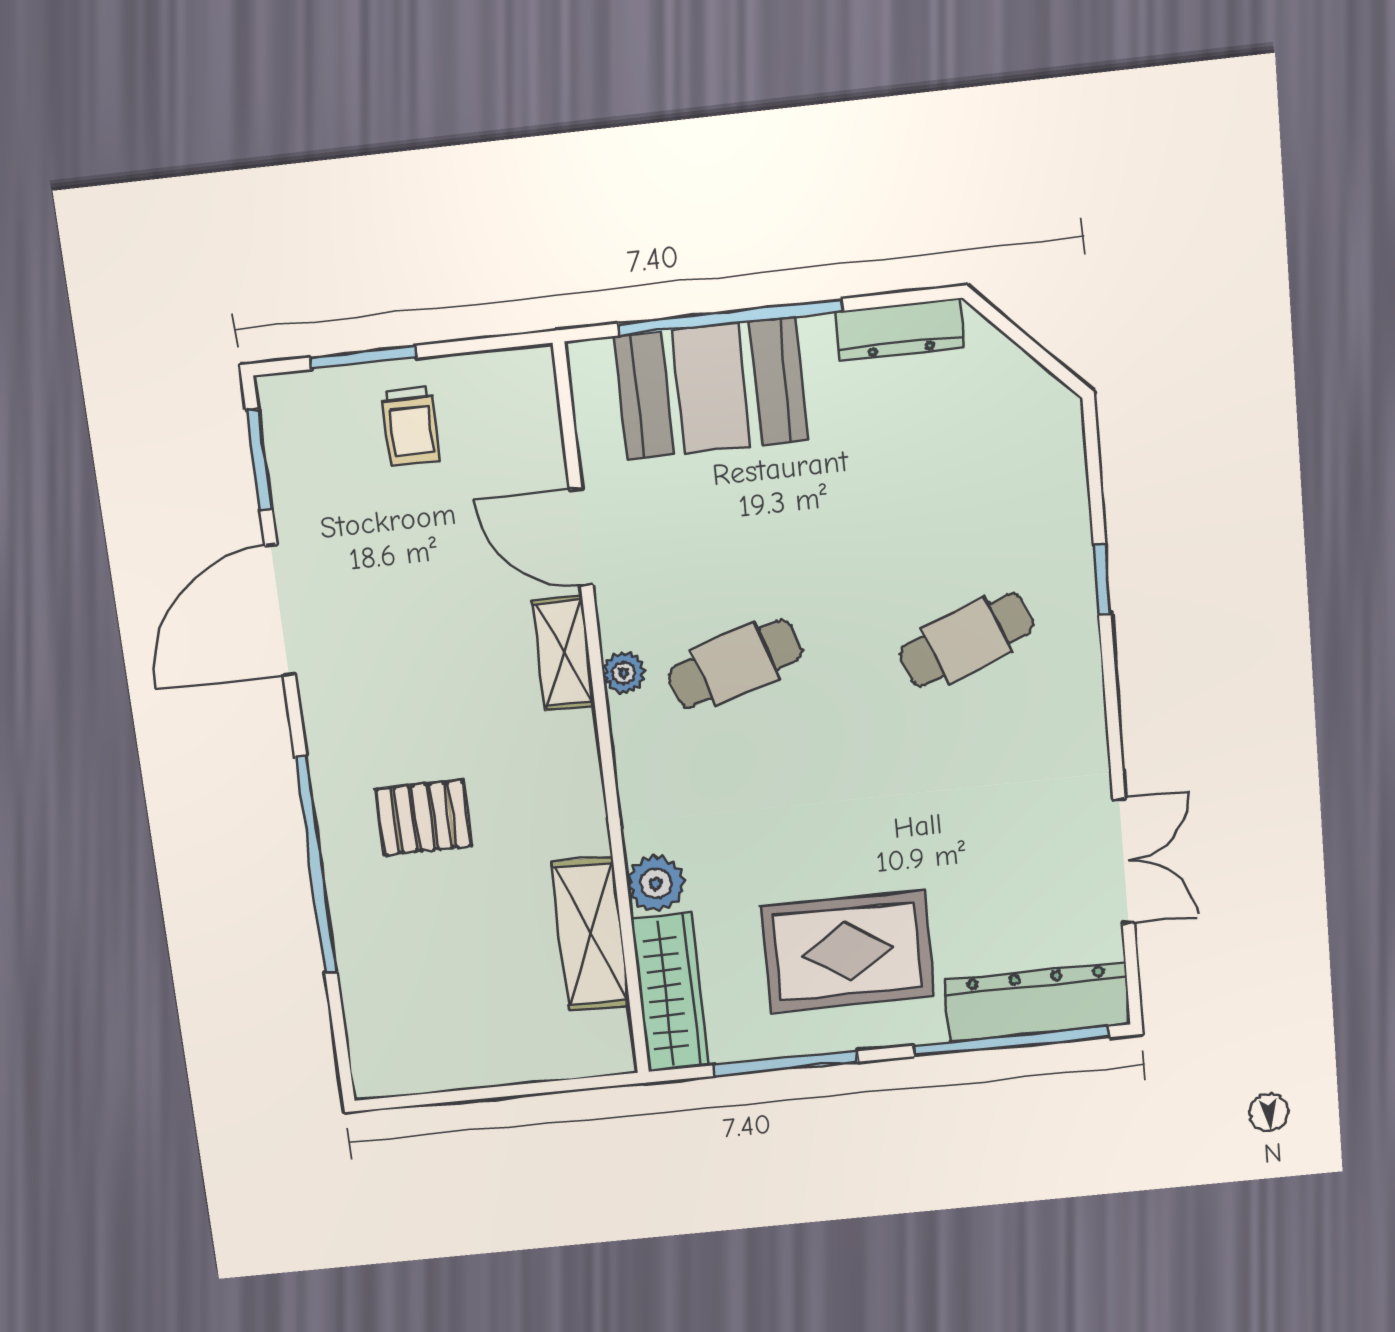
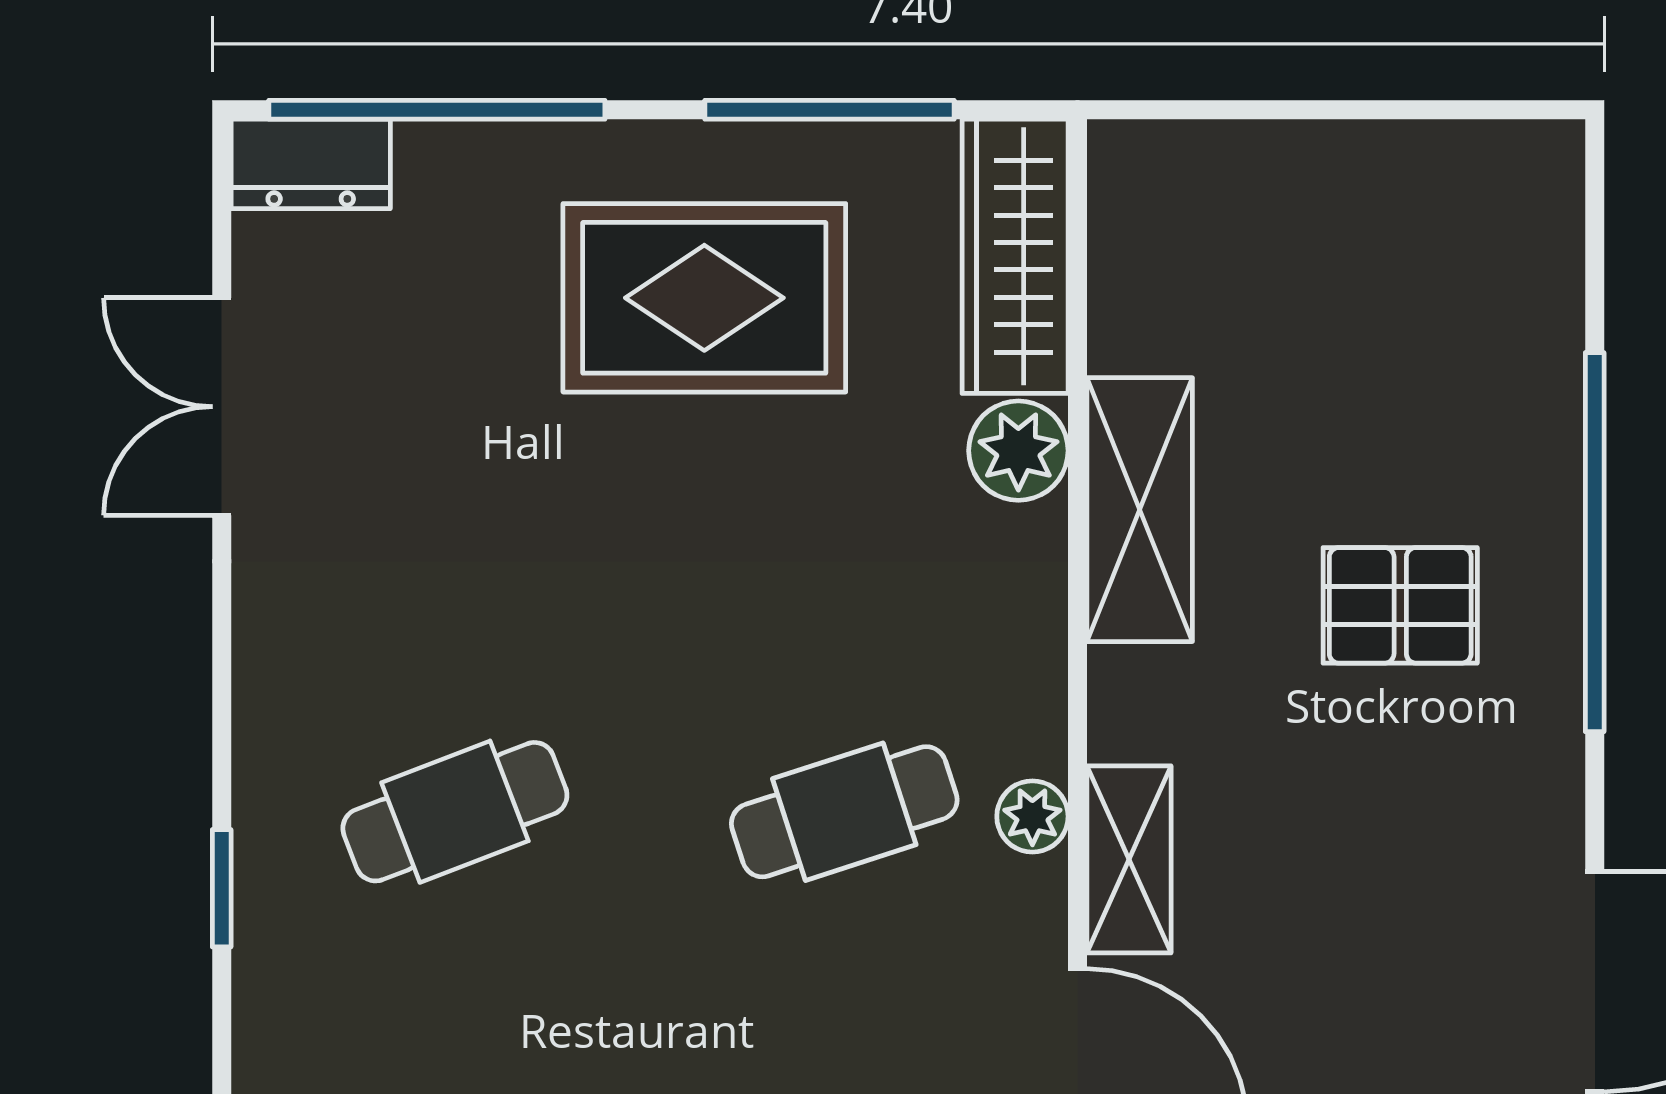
shelving: (591, 934) -> (1140, 510), moved
dresser: (1037, 1002) -> (311, 164), width x0.51, depth x0.80

